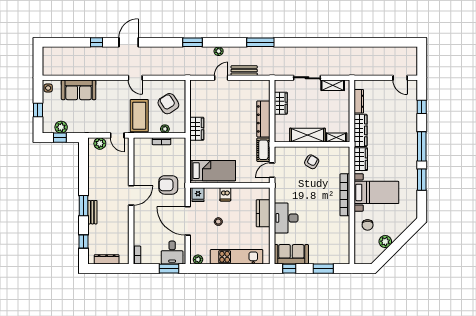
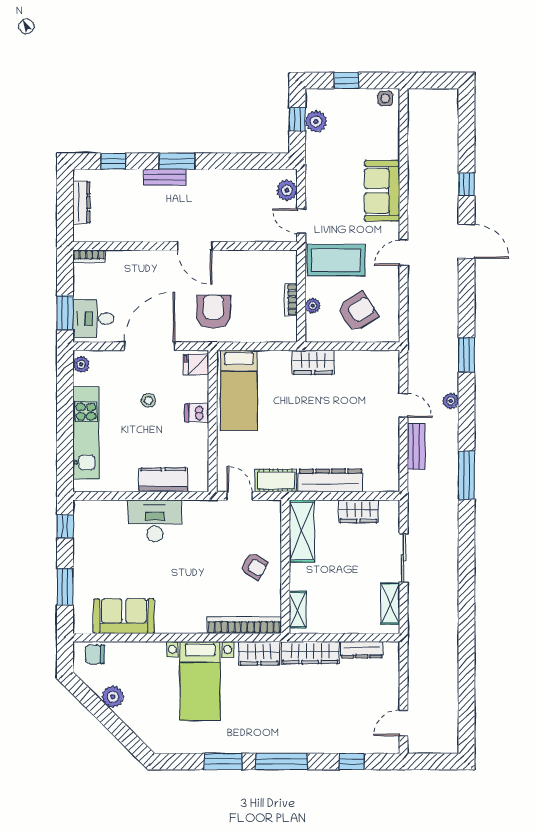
sofa: (79, 90) -> (382, 191), moved
door: (117, 135) -> (301, 221), hinge flipped
shelving: (307, 135) -> (302, 531), moved
bookcase: (345, 195) -> (244, 625), moved
chair: (368, 225) -> (95, 654), moved
sofa: (291, 254) -> (124, 616), moved, turned -90

